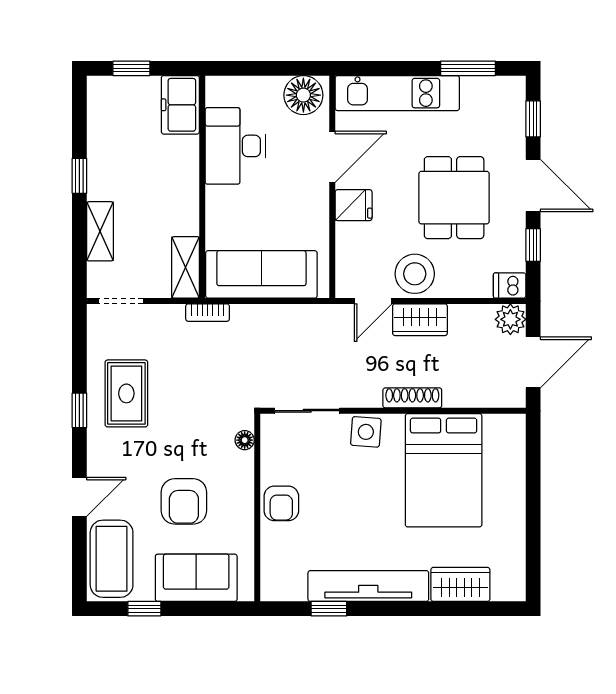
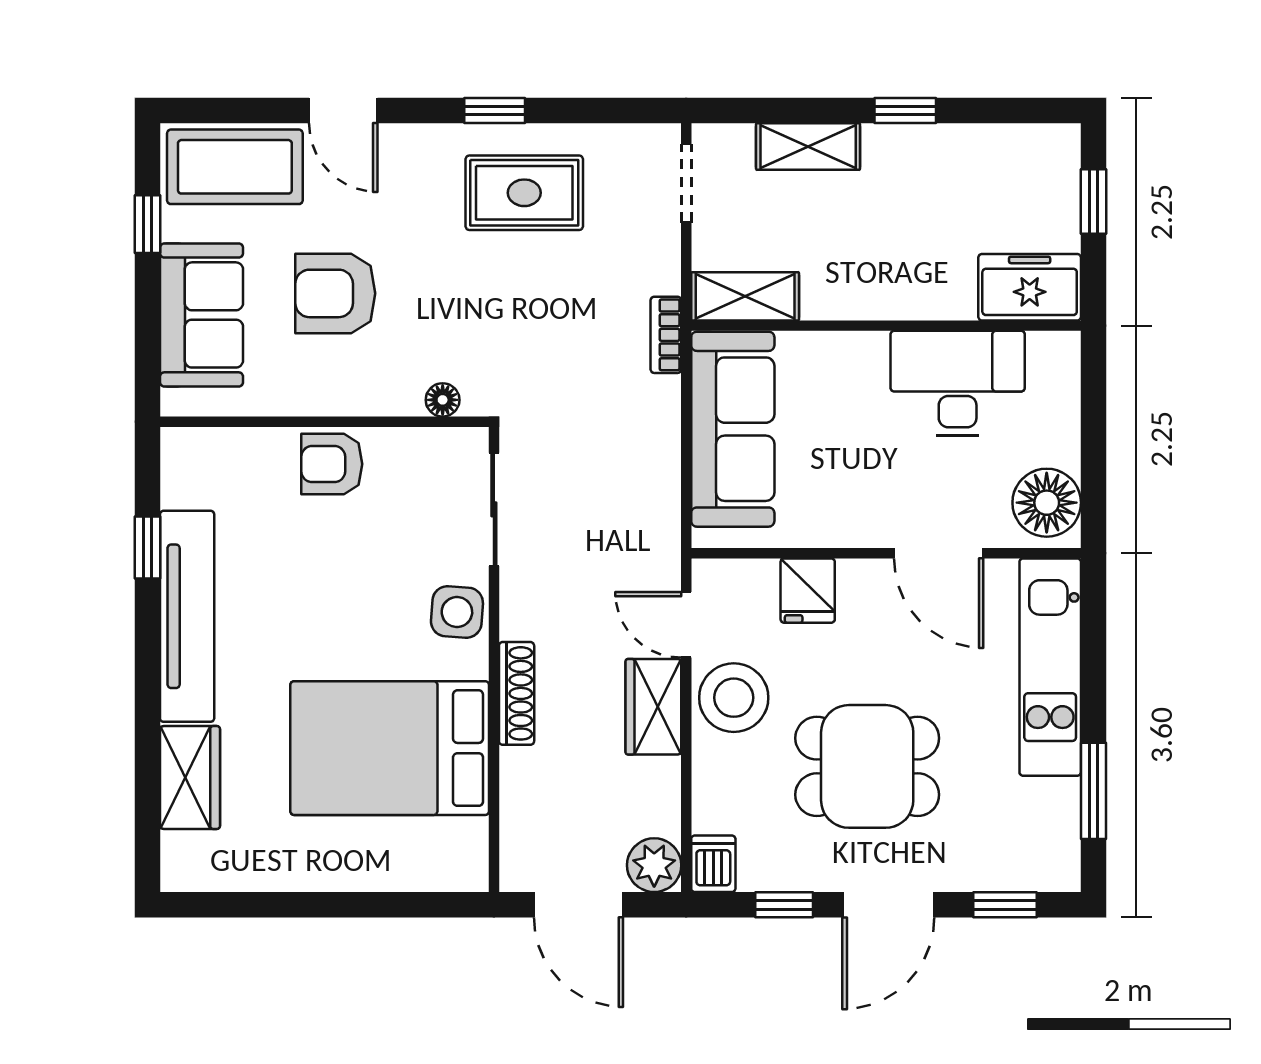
fridge: (354, 205) -> (808, 591), moved

